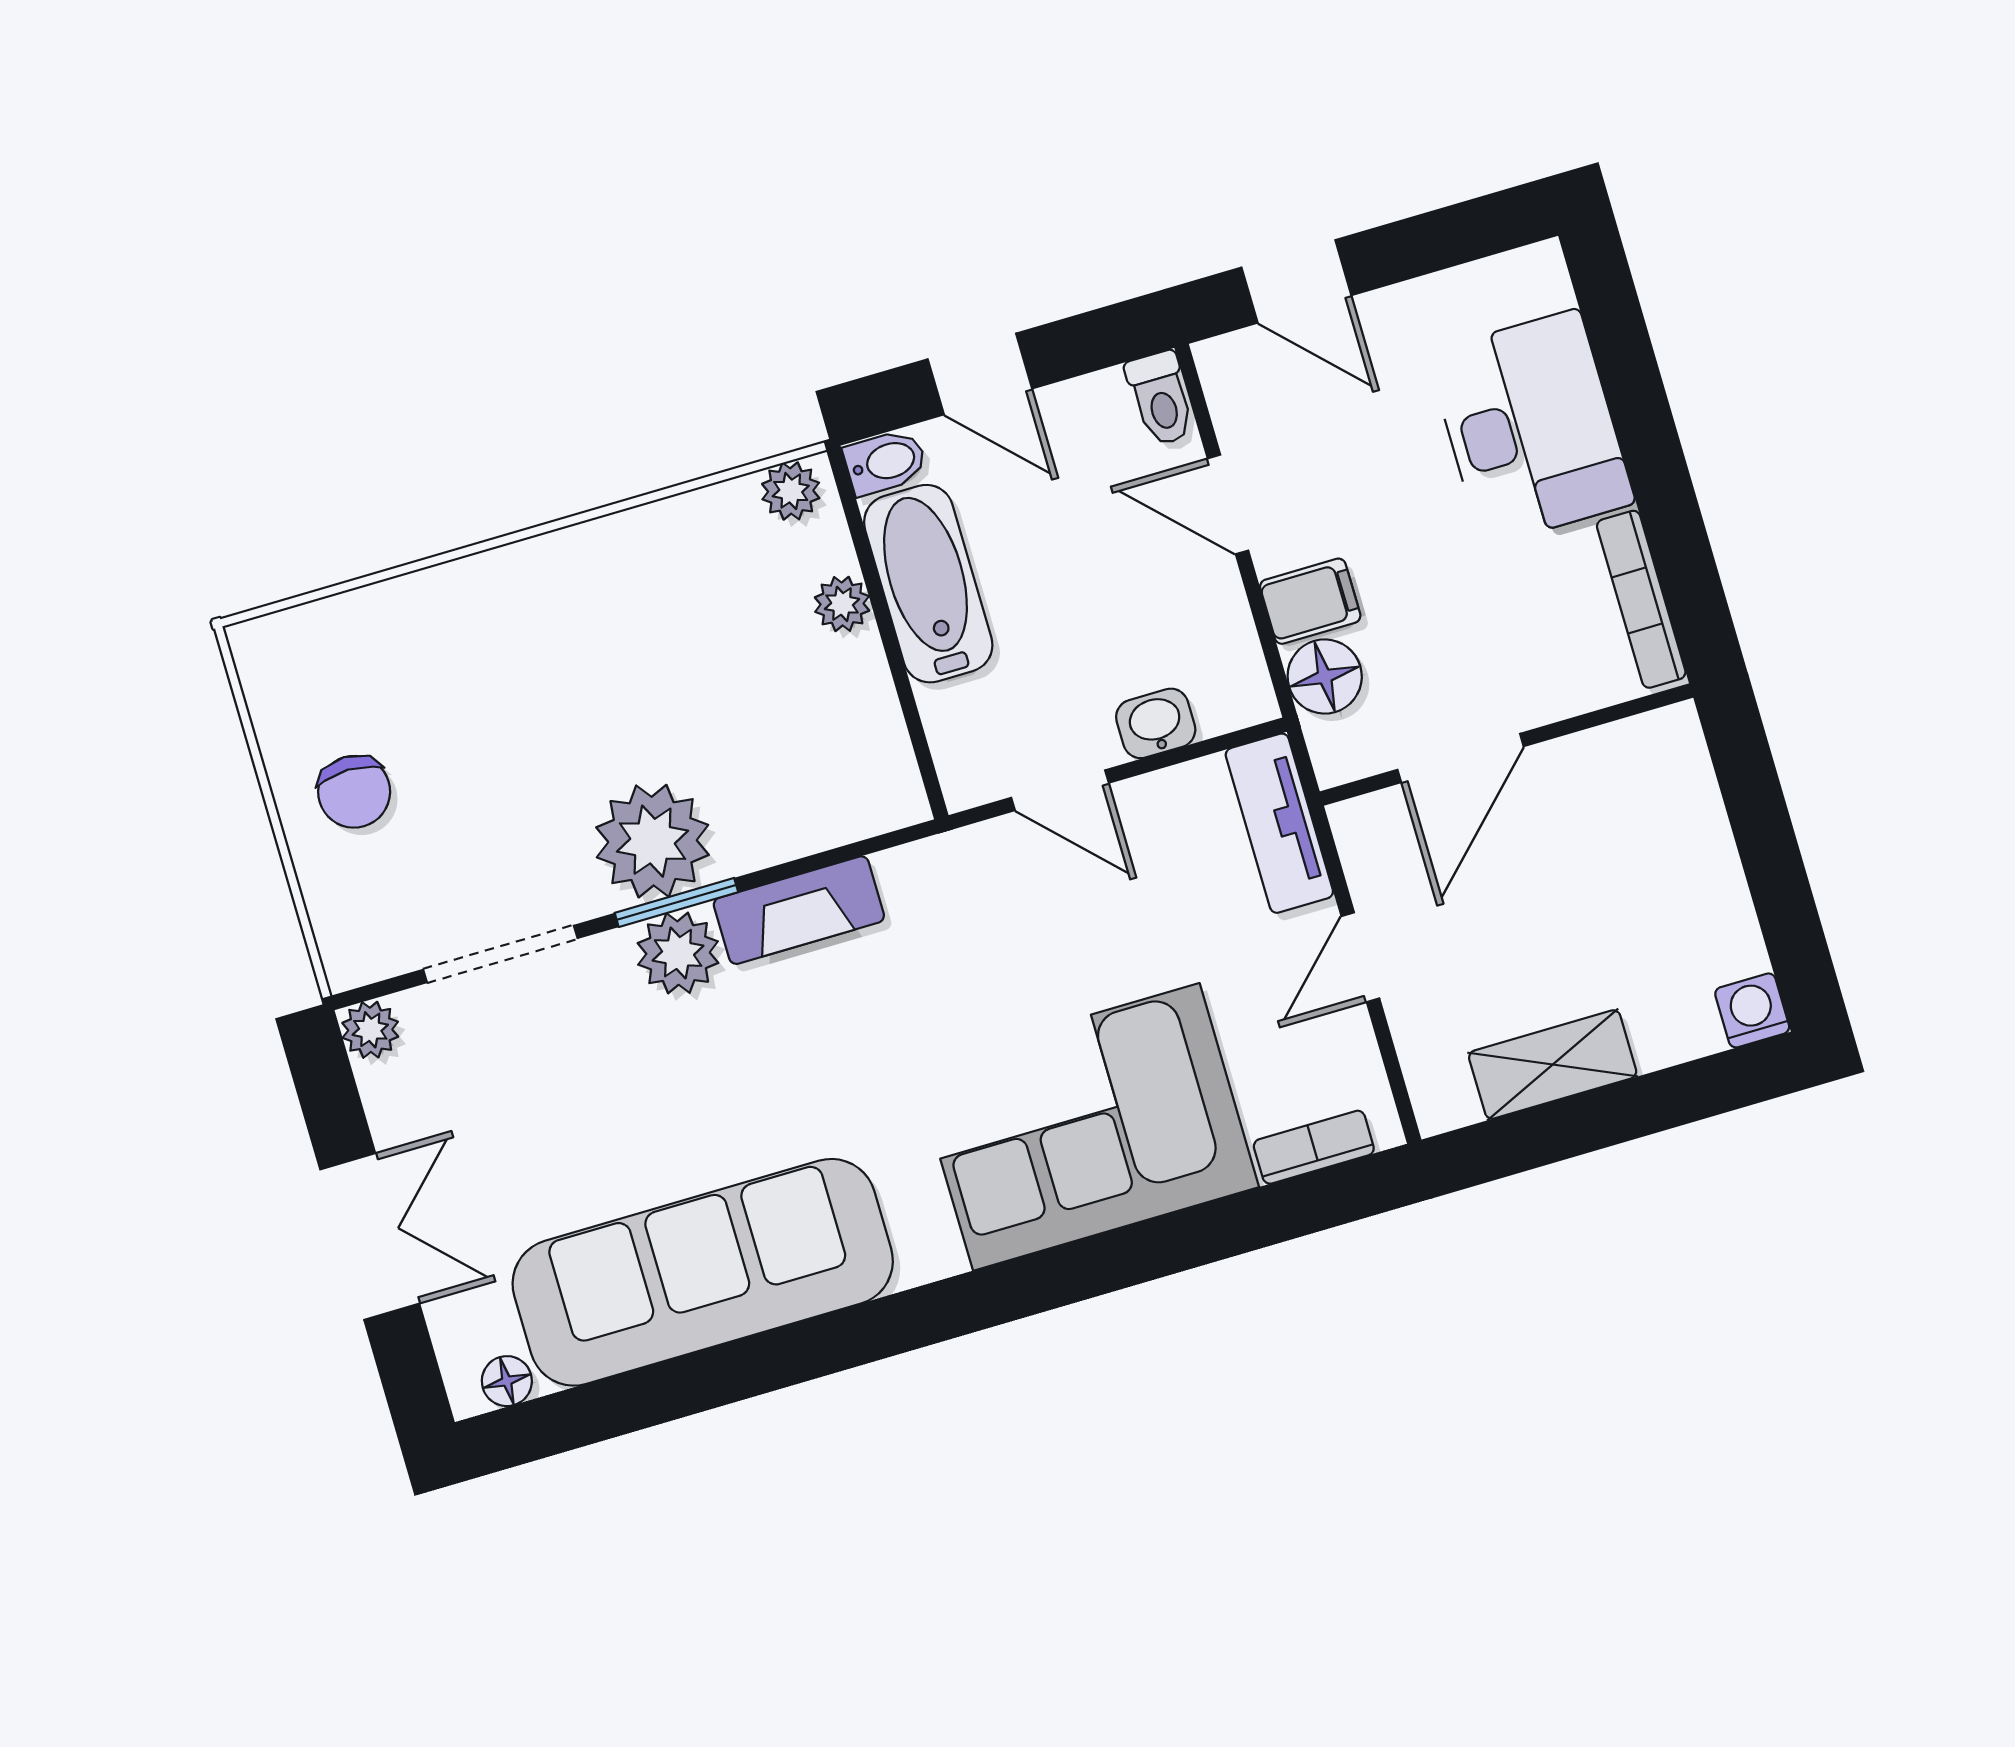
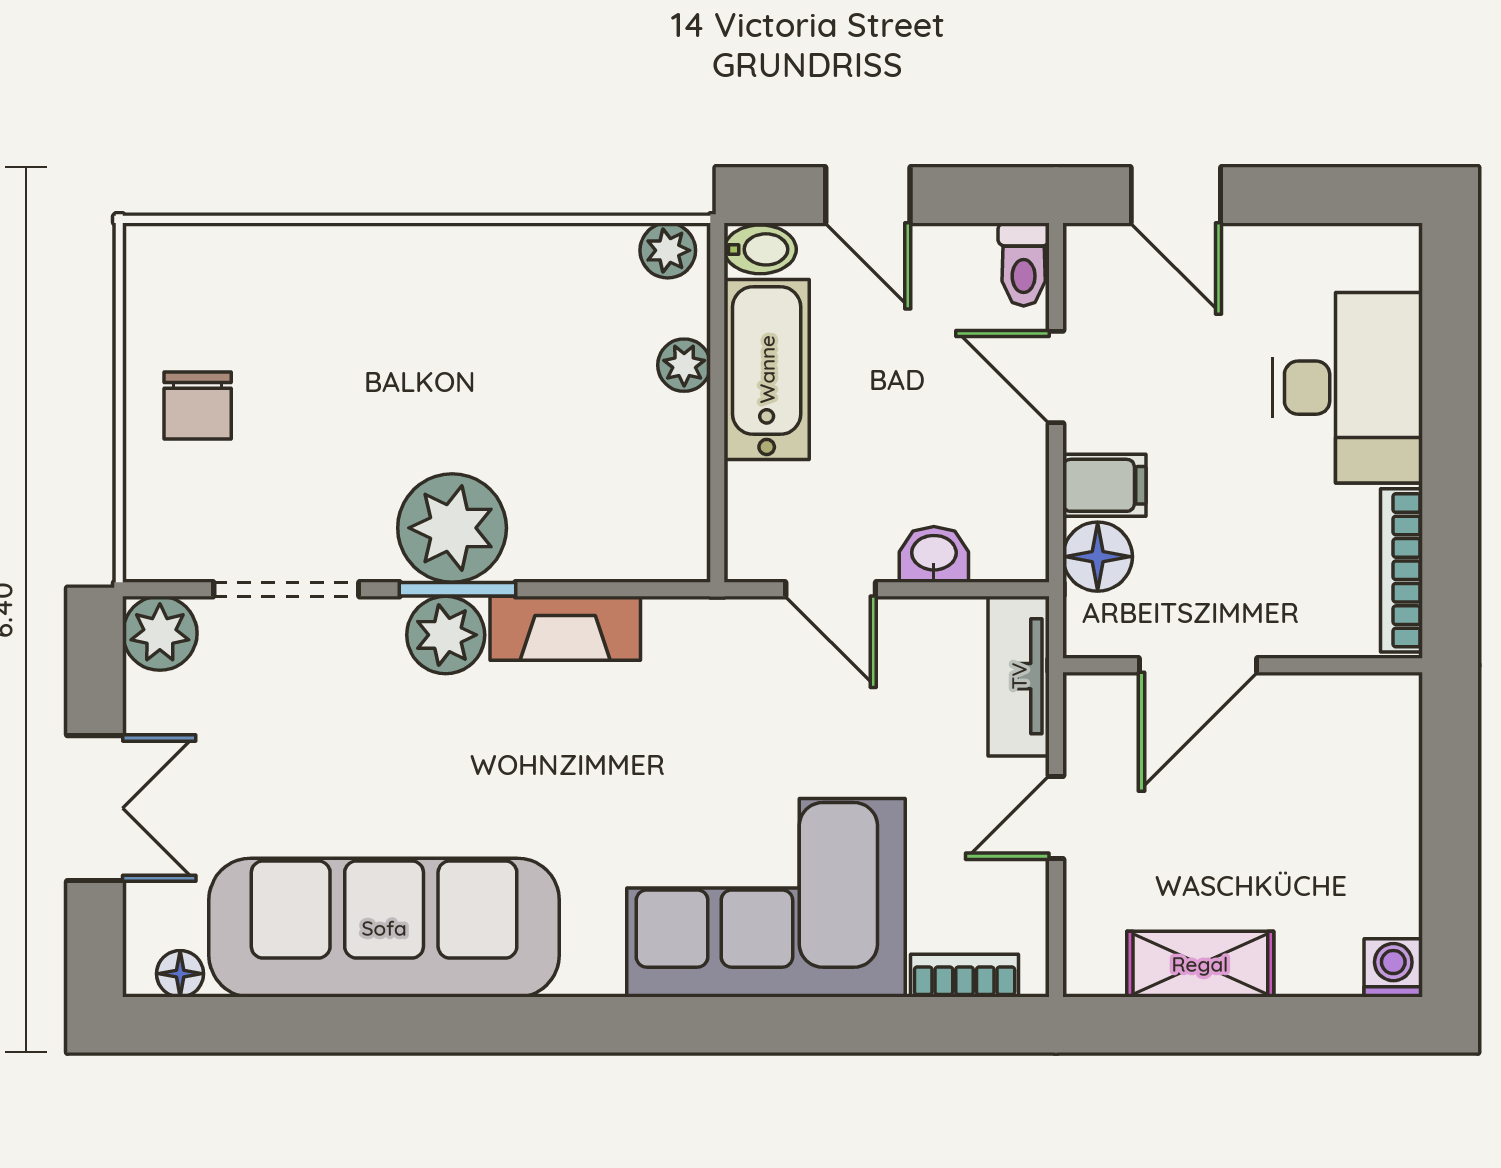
plant: (370, 1030) -> (160, 633), width x1.38, depth x1.38

